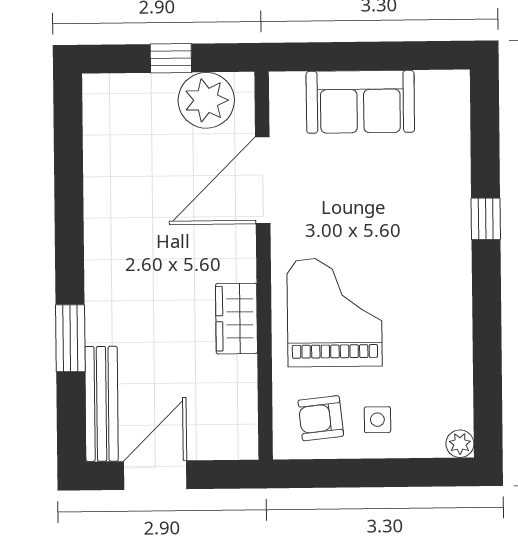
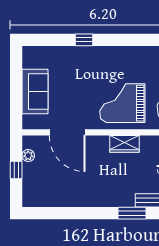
plant: (206, 100) -> (28, 156), width x0.53, depth x0.53

